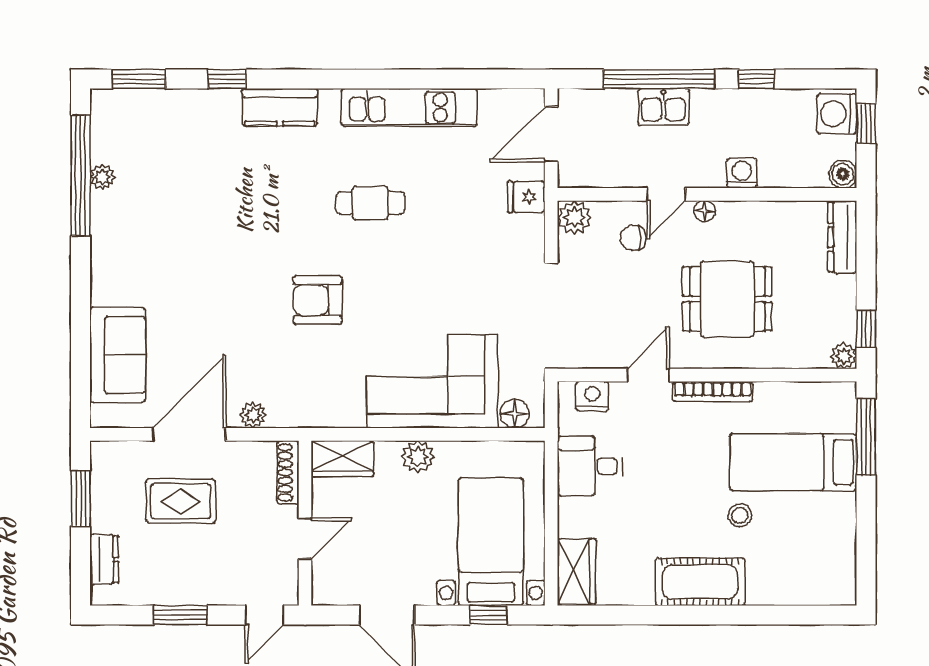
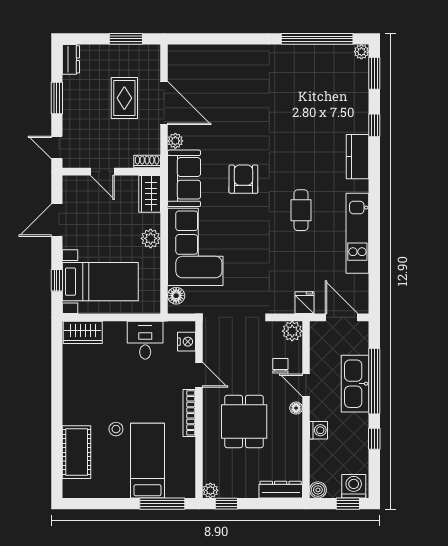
kitchen sink: (663, 107) -> (355, 384), width x1.87, depth x1.24
plant: (102, 177) -> (361, 52), moved
sofa: (118, 355) -> (184, 178), moved, turned -90
shoe rack: (288, 472) -> (147, 162), width x0.70
dresser: (104, 559) -> (71, 59), moved, turned -90
cot: (700, 582) -> (77, 452), moved

